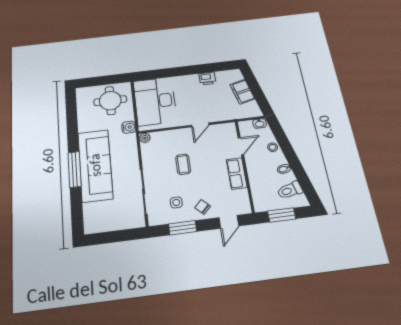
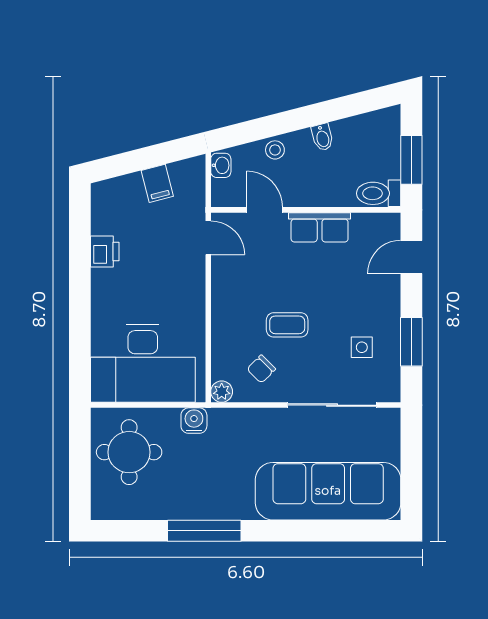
filing cabinet: (242, 92) -> (157, 183), width x0.50
door: (200, 125) -> (208, 238), moved
sofa: (95, 165) -> (328, 491), moved
window: (75, 169) -> (204, 531), moved
toilet: (290, 190) -> (379, 193), moved, turned 104
chair: (203, 207) -> (261, 369), moved
door: (229, 222) -> (411, 257), swing flipped

